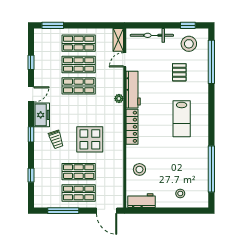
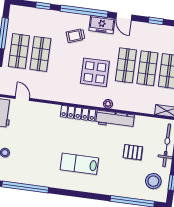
door: (125, 60) -> (22, 98), moved
pallet: (179, 72) -> (133, 152), moved
window: (31, 134) -> (84, 11), width x3.17
display table: (90, 139) -> (95, 72), moved
stool: (139, 169) -> (34, 115), removed

